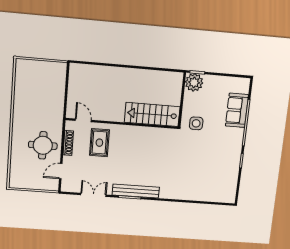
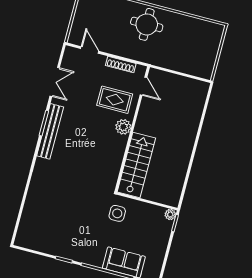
plant: (194, 82) -> (170, 214), width x0.53, depth x0.53
door: (83, 120) -> (143, 86), hinge flipped
plant: (121, 131) -> (123, 127), added
round table: (43, 145) -> (147, 24), moved

